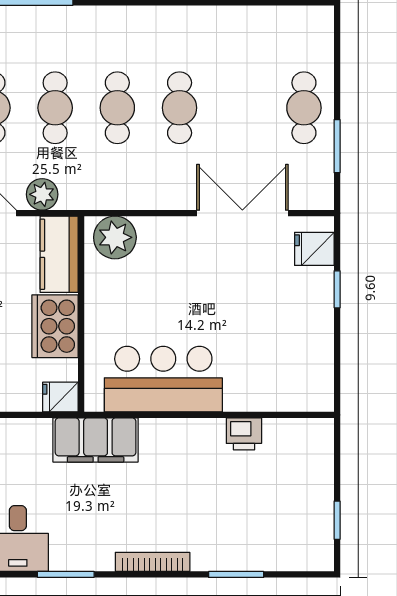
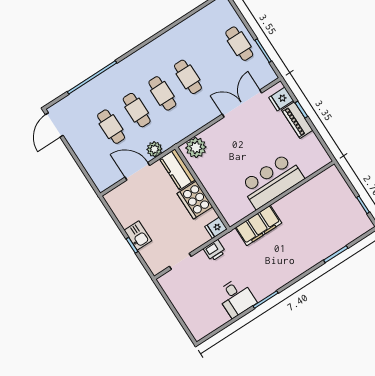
piano: (318, 303) -> (297, 120), added
bar counter: (163, 379) -> (272, 181), moved
printer: (244, 434) -> (215, 250), moved
filing cabinet: (96, 440) -> (258, 225), moved
bookcase: (153, 562) -> (298, 271), removed

